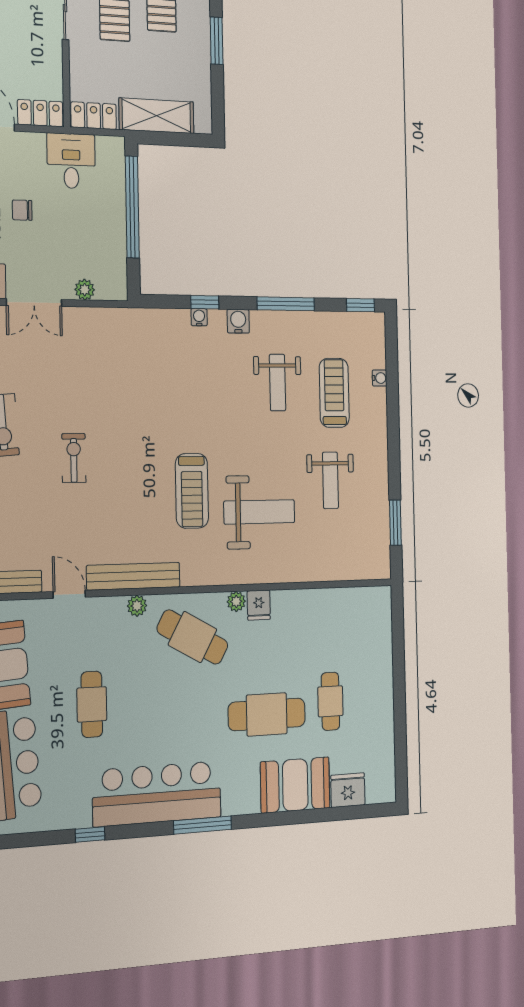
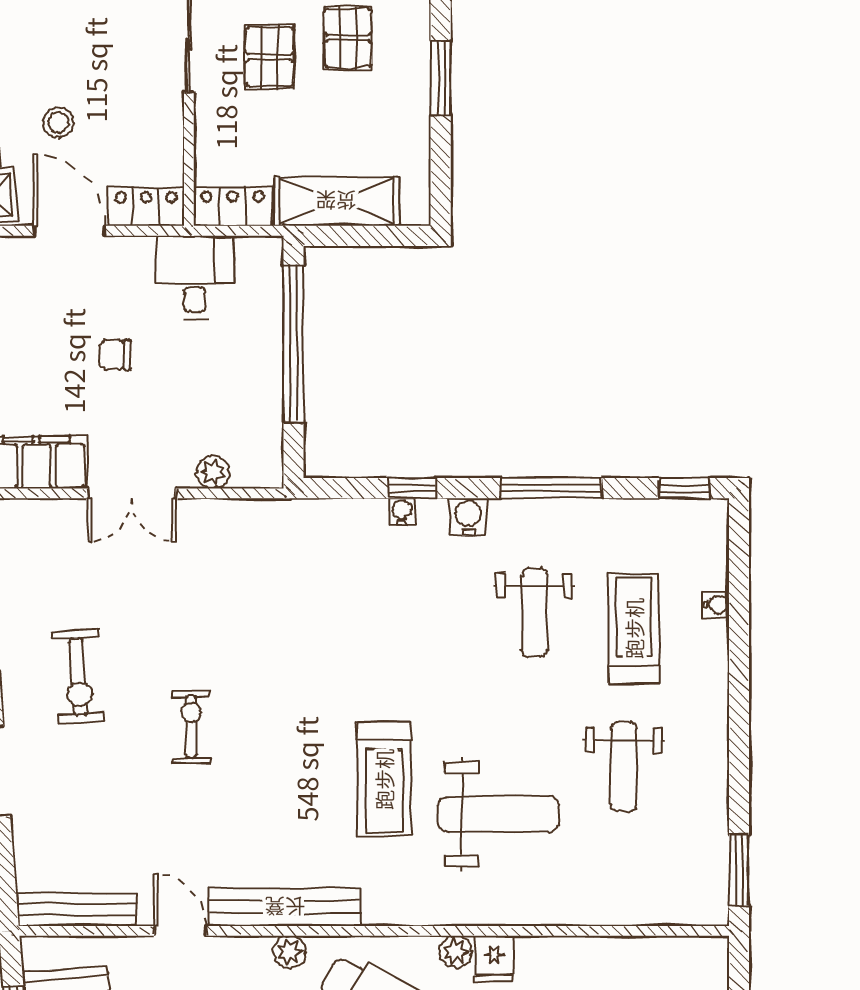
window: (395, 523) -> (739, 870), moved

